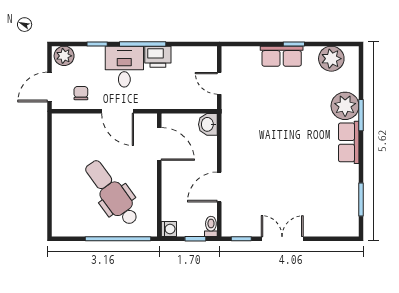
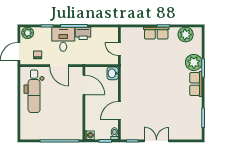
dental chair: (112, 193) -> (34, 91), moved, turned -144

